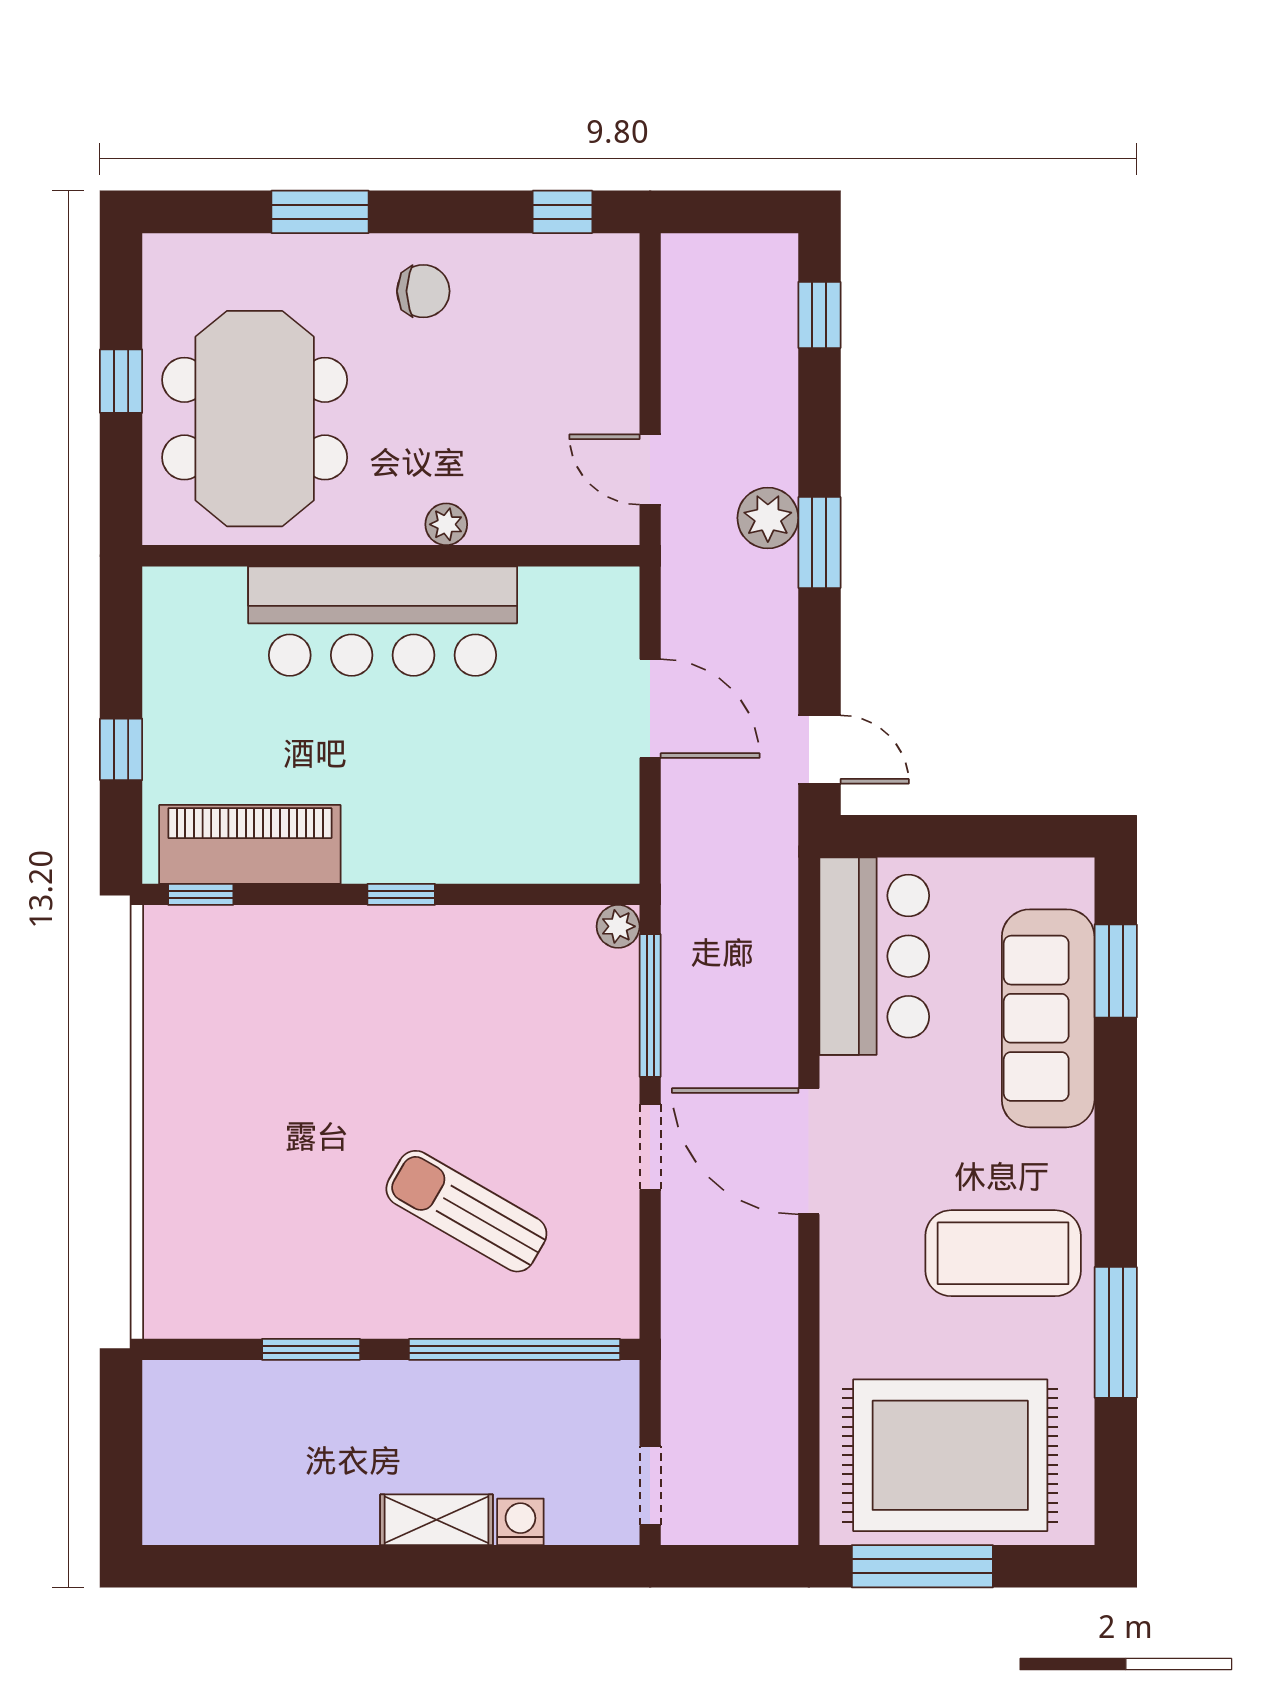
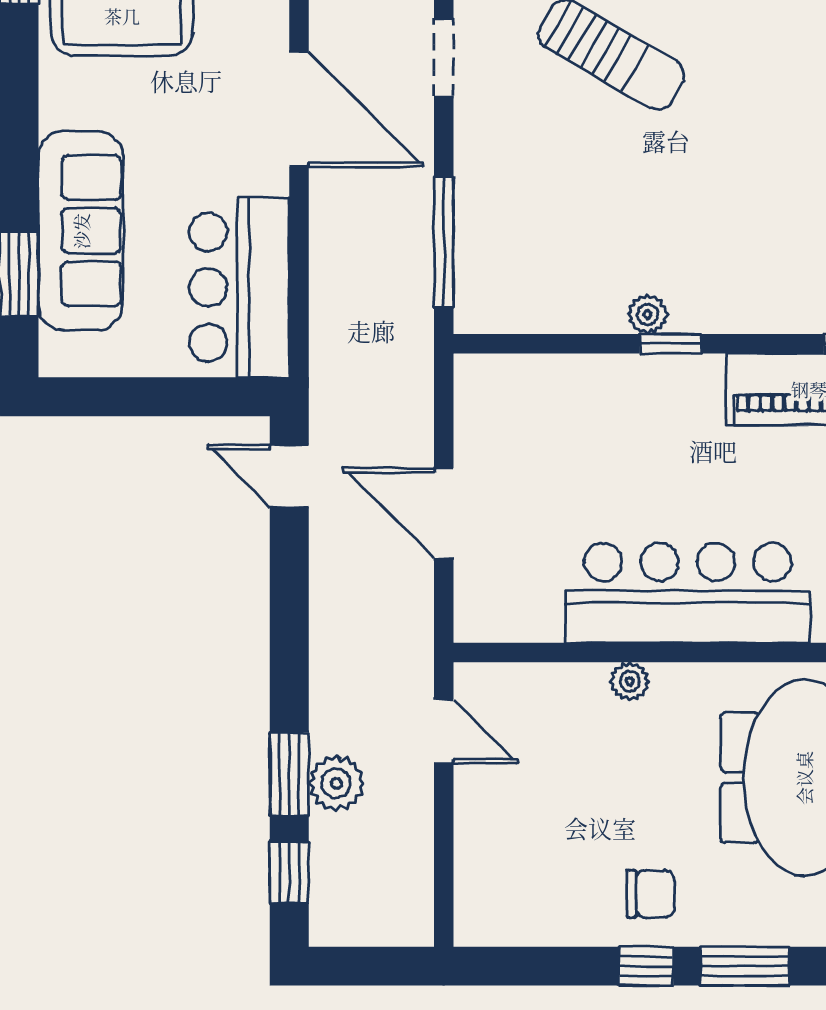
window: (563, 212) -> (646, 966), moved
chair: (423, 291) -> (651, 894), turned 180
plant: (768, 518) -> (336, 783), moved
window: (819, 543) -> (289, 774), moved
plant: (618, 926) -> (648, 314), moved
doorway: (650, 1147) -> (444, 57), moved

